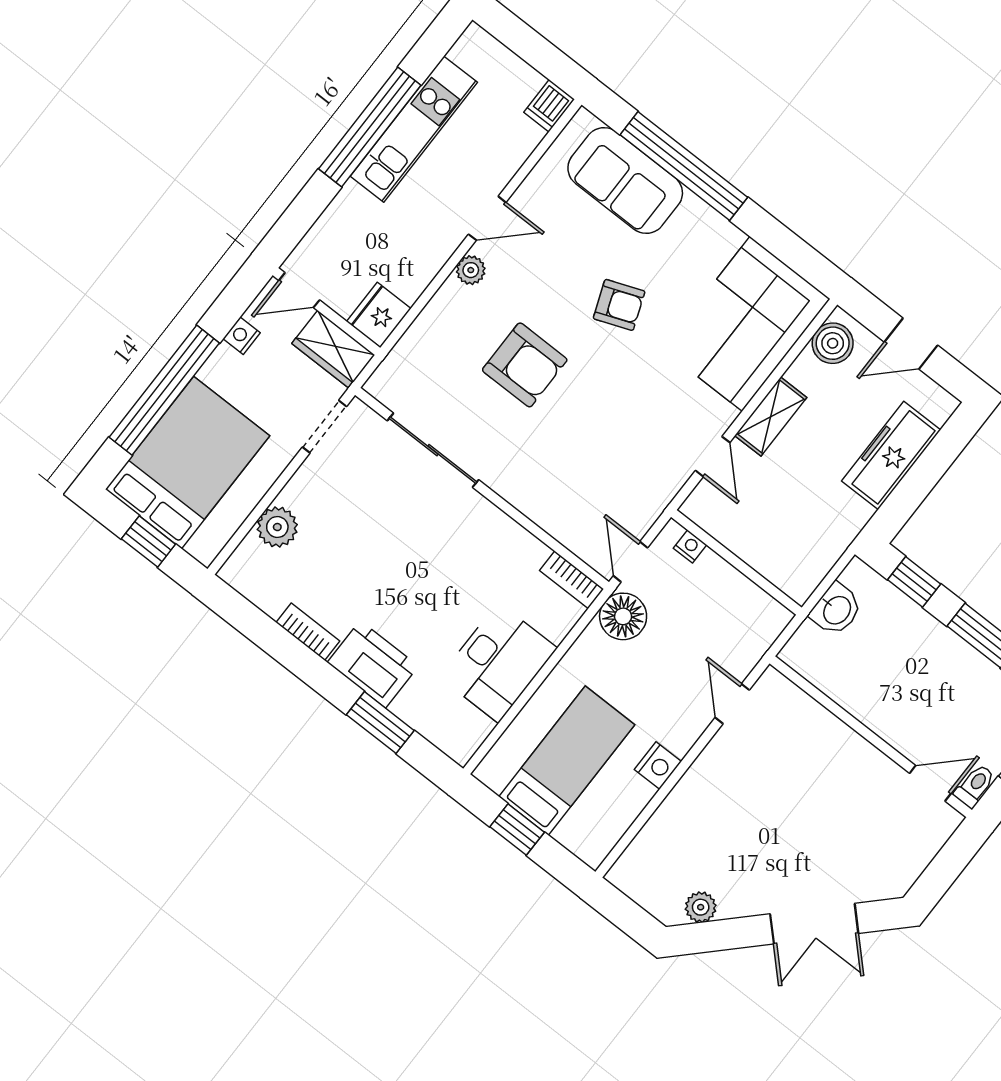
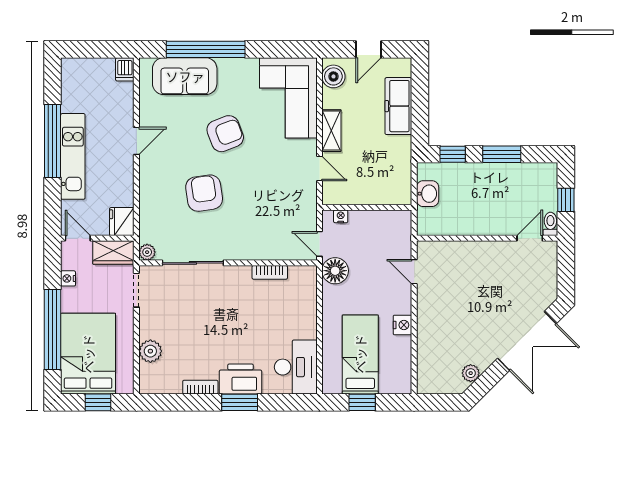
kitchen unit: (414, 129) -> (73, 156), moved
plant: (471, 270) -> (147, 252), moved
door: (299, 290) -> (78, 238), swing flipped
armchair: (619, 305) -> (225, 134), width x1.38, depth x1.38
armchair: (525, 365) -> (204, 193), turned -98
bookcase: (571, 580) -> (270, 272), moved
desk: (498, 663) -> (296, 367), moved
window: (380, 723) -> (240, 402), moved
double door: (814, 924) -> (527, 341), width x1.37

